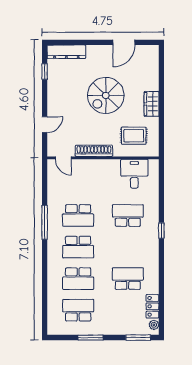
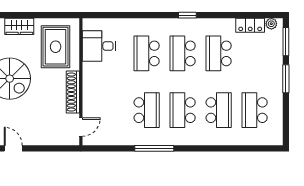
door: (45, 125) -> (13, 148), moved
rug: (134, 136) -> (56, 47), width x1.36, depth x1.43
window: (161, 231) -> (187, 15), moved
school desk: (78, 247) -> (183, 110), turned 180
school desk: (128, 247) -> (183, 53), added
window: (91, 338) -> (286, 79), moved

